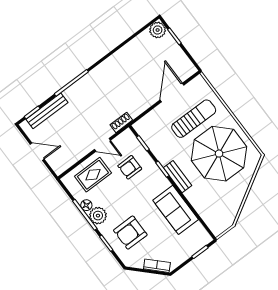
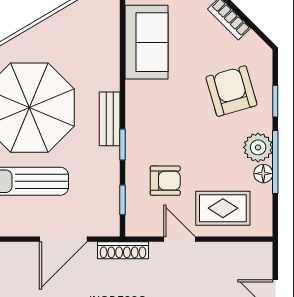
door: (172, 93) -> (63, 239), moved
shoe rack: (121, 122) -> (123, 250), width x1.43
sofa: (176, 210) -> (146, 42), moved
armchair: (130, 233) -> (231, 91), turned -106

